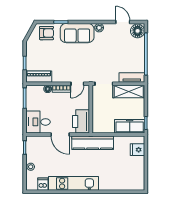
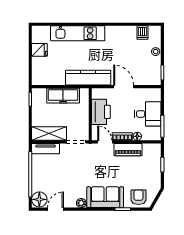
door: (123, 22) -> (55, 209), swing flipped
armchair: (47, 33) -> (138, 197), turned 90
piano: (39, 77) -> (128, 150), moved
door: (77, 84) -> (105, 142), hinge flipped
printer: (81, 121) -> (101, 112), moved
desk: (38, 122) -> (148, 114), moved
freezer: (130, 126) -> (63, 96), moved
fridge: (137, 150) -> (39, 50), moved
kitchen unit: (73, 183) -> (78, 33), moved

